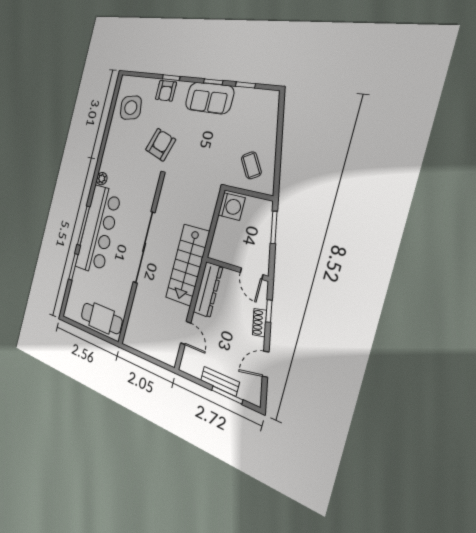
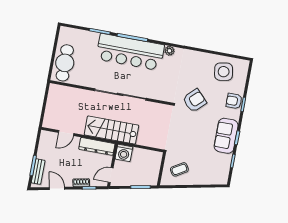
armchair: (161, 145) -> (195, 101), turned -63
washing machine: (231, 206) -> (124, 153), moved
bench: (220, 381) -> (38, 172), moved

